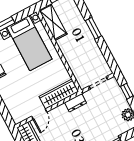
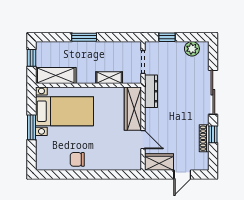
shelving: (73, 63) -> (109, 78), added
dresser: (76, 103) -> (151, 91), width x1.44

